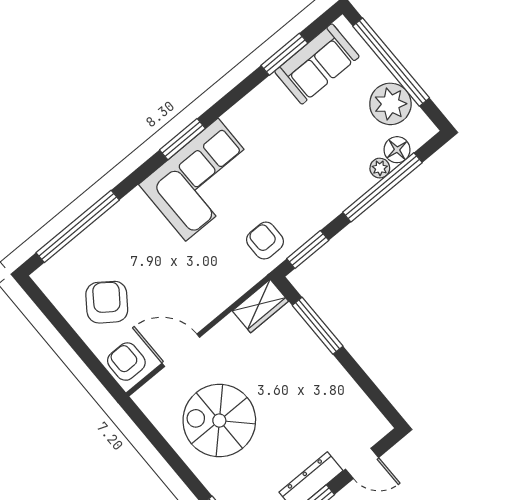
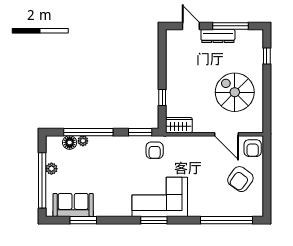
plant: (390, 104) -> (51, 169), width x0.53, depth x0.53
window: (318, 326) -> (162, 98), width x0.46
spiral stairs: (219, 421) -> (235, 92), turned 180

